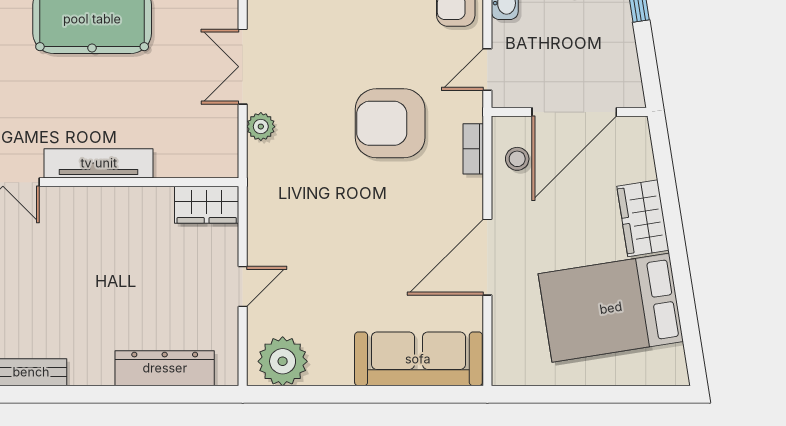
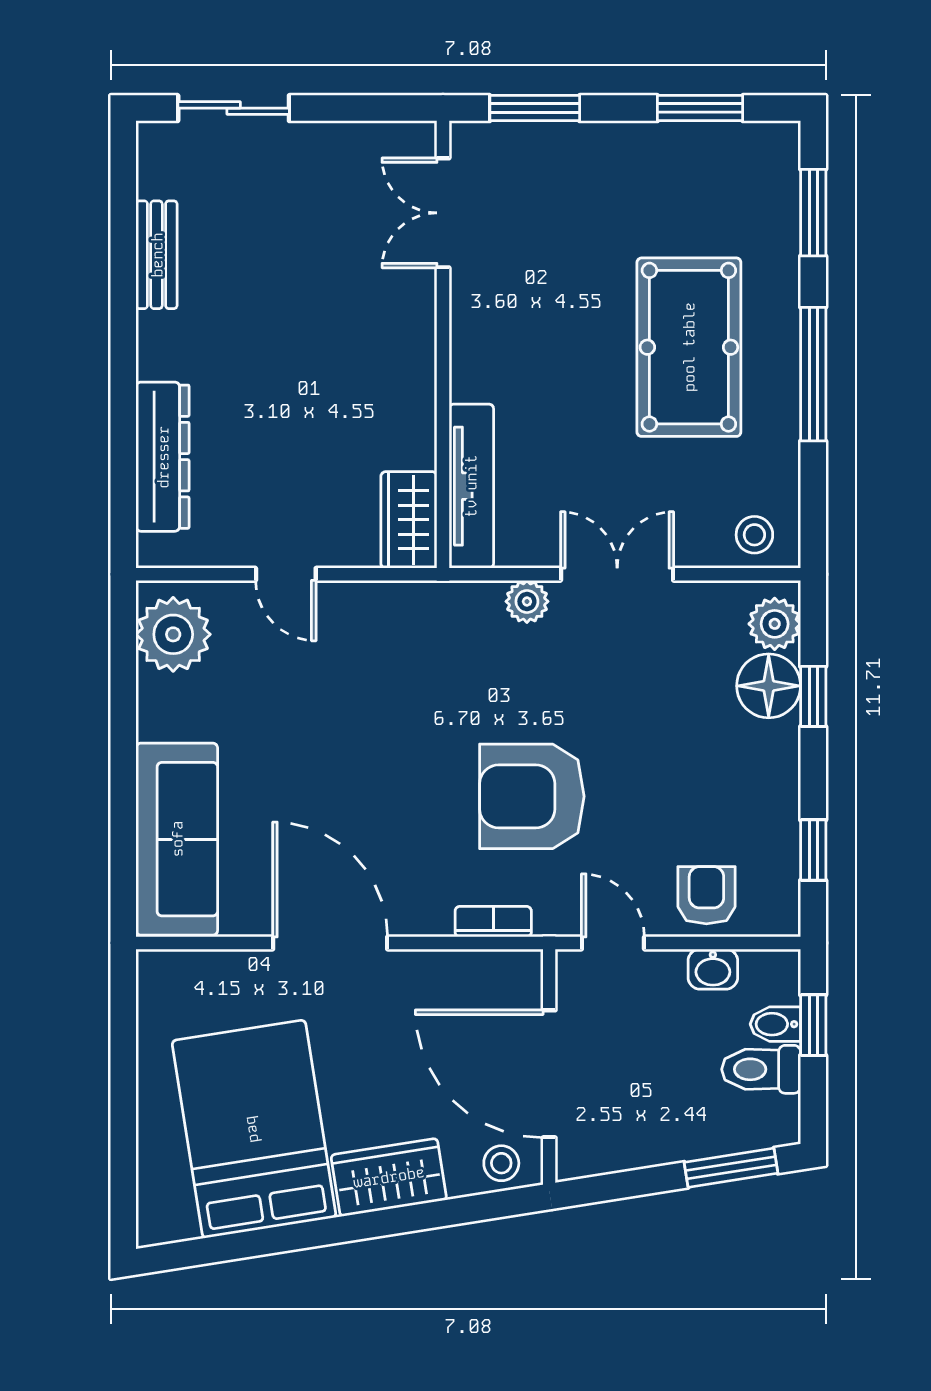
armchair: (390, 123) -> (532, 796), turned -90
stool: (517, 159) -> (501, 1163), moved
tv unit: (99, 163) -> (471, 486), moved

